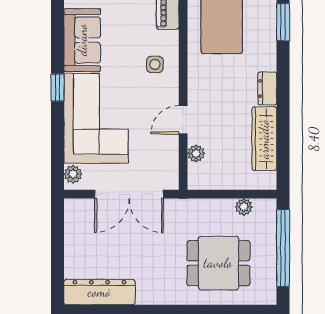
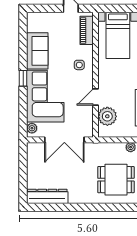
plant: (196, 153) -> (107, 116), width x1.88, depth x1.88

